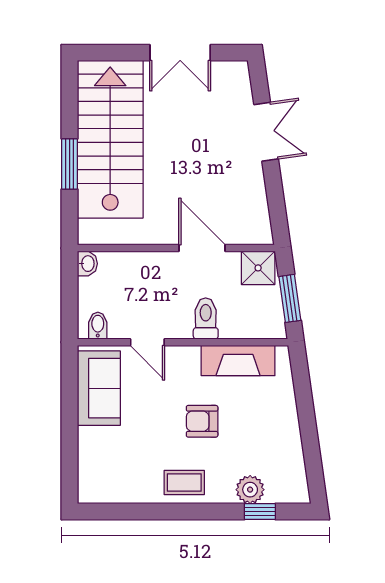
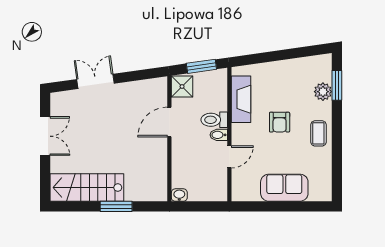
stairs: (110, 139) -> (87, 188), width x0.73, depth x0.66
bidet: (98, 326) -> (219, 135), moved
sofa: (99, 388) -> (284, 188), moved
window: (260, 512) -> (337, 85), width x1.50

